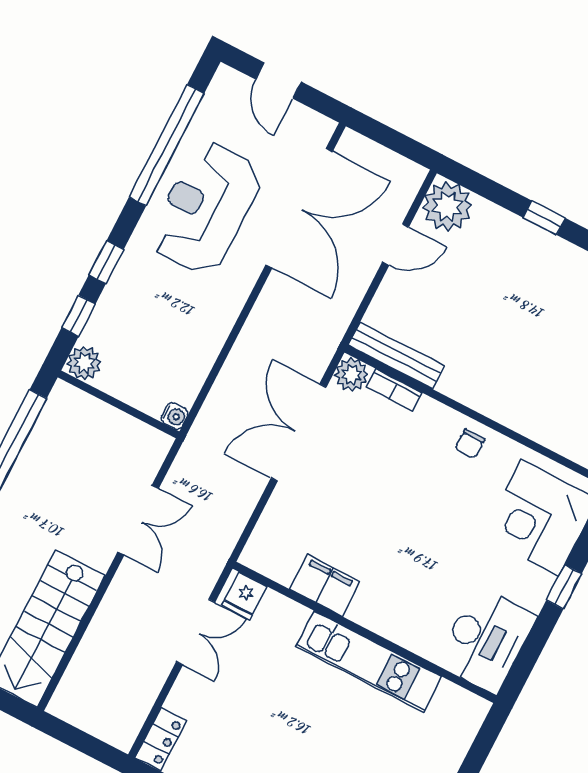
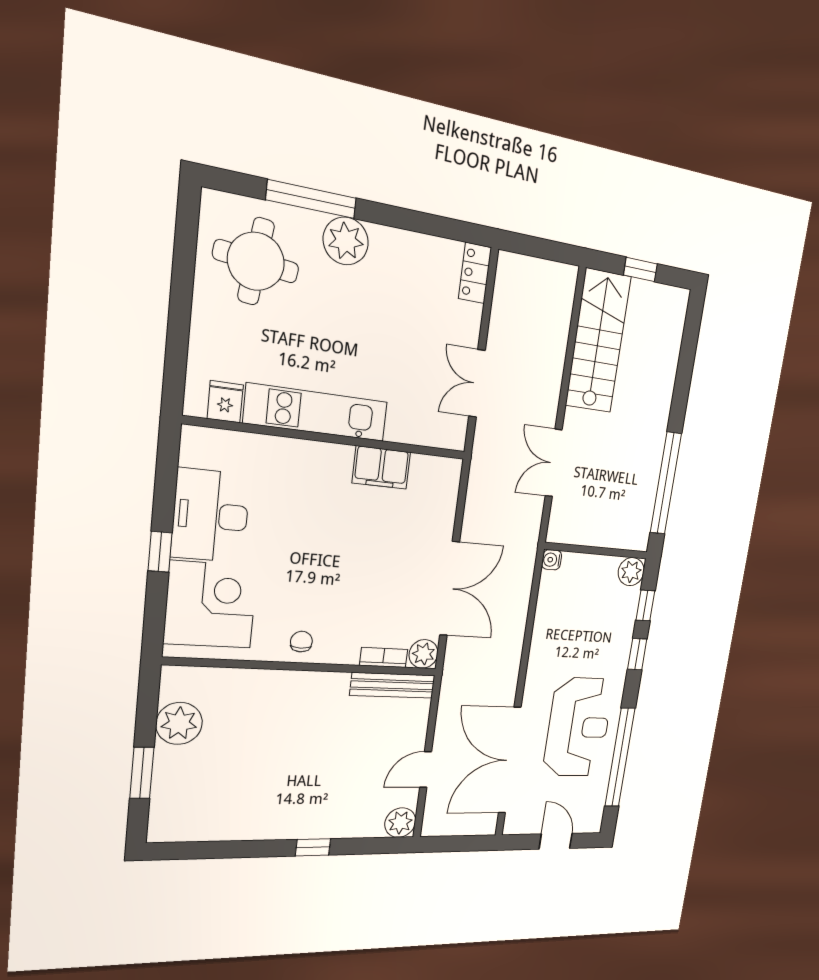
plant: (447, 206) -> (400, 823), width x0.73, depth x0.73
fridge: (244, 596) -> (225, 402), moved
desk: (486, 640) -> (211, 516), moved

